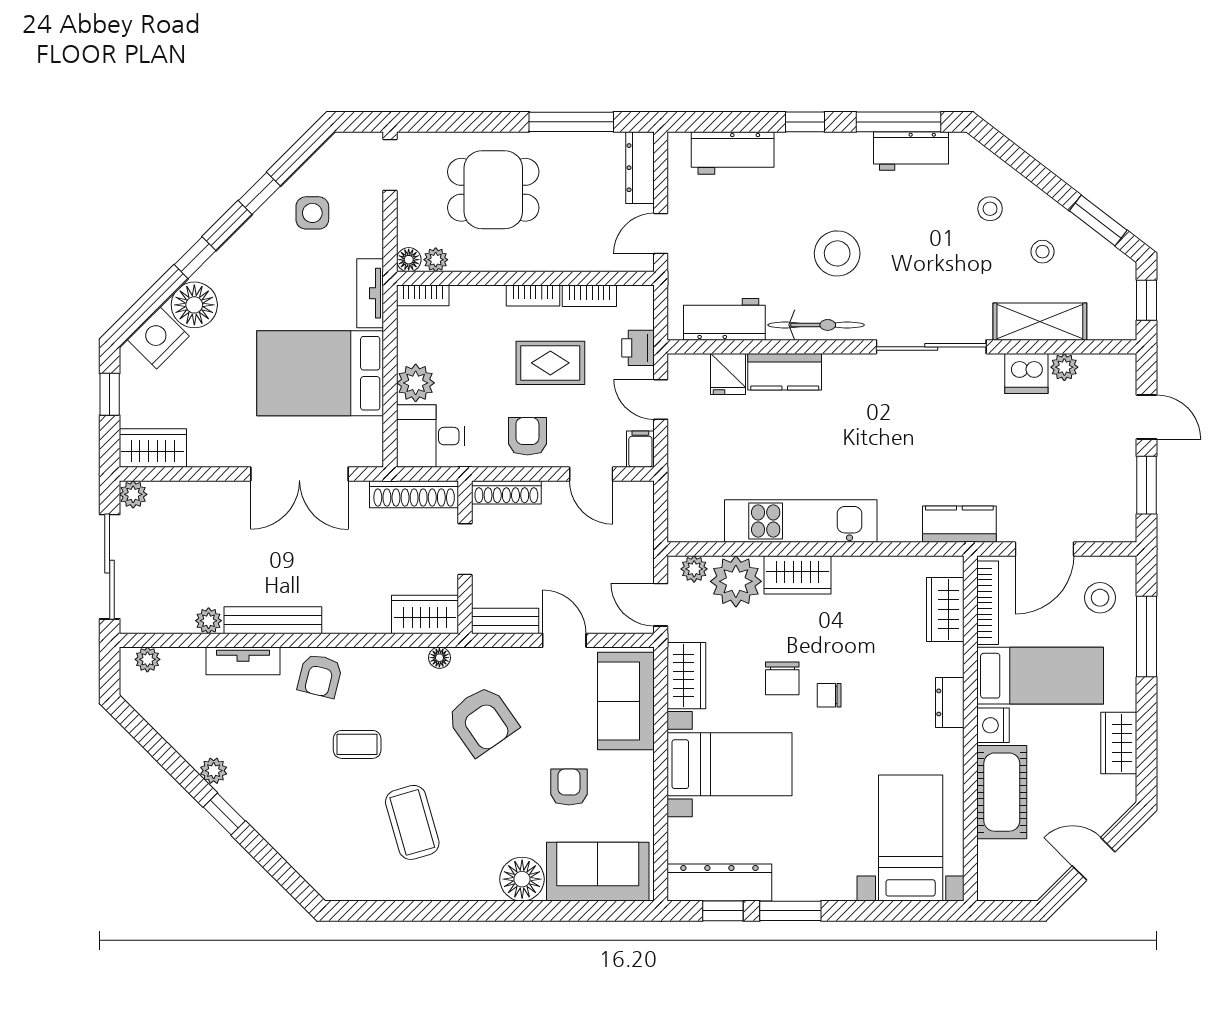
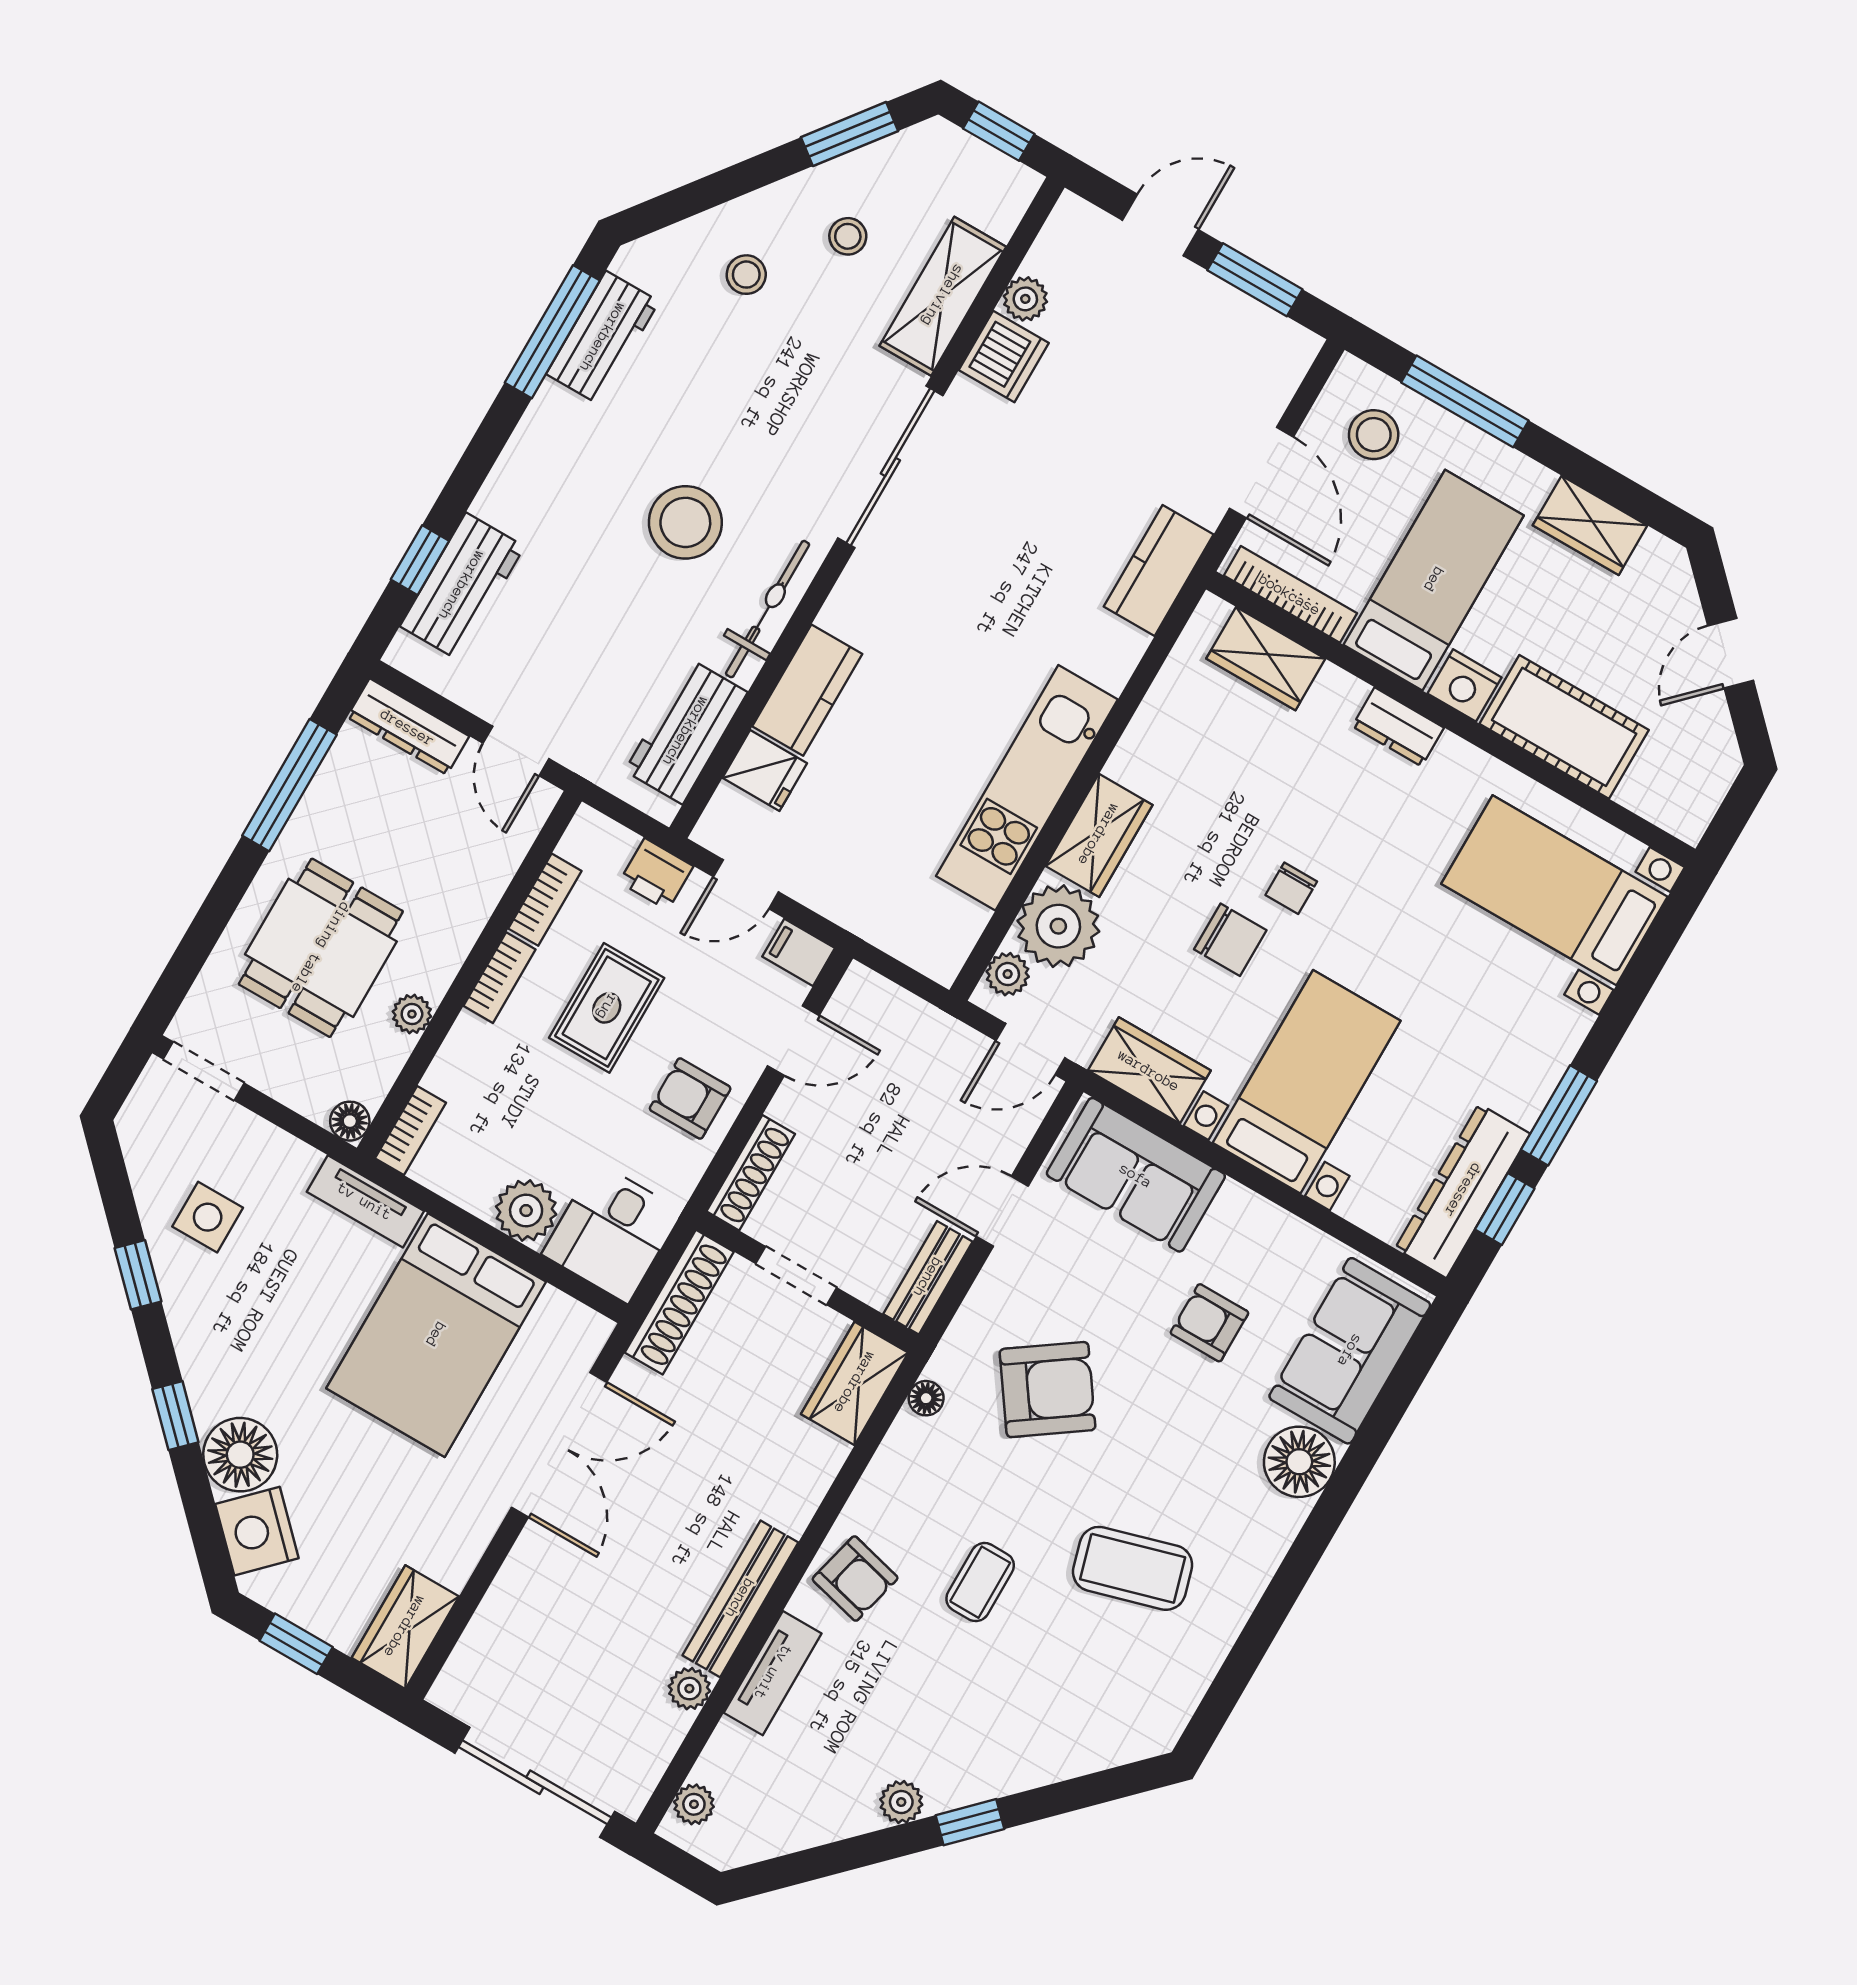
window: (805, 122) -> (420, 560), moved
plant: (436, 260) -> (412, 1014), moved
plant: (133, 494) -> (454, 1691), removed

